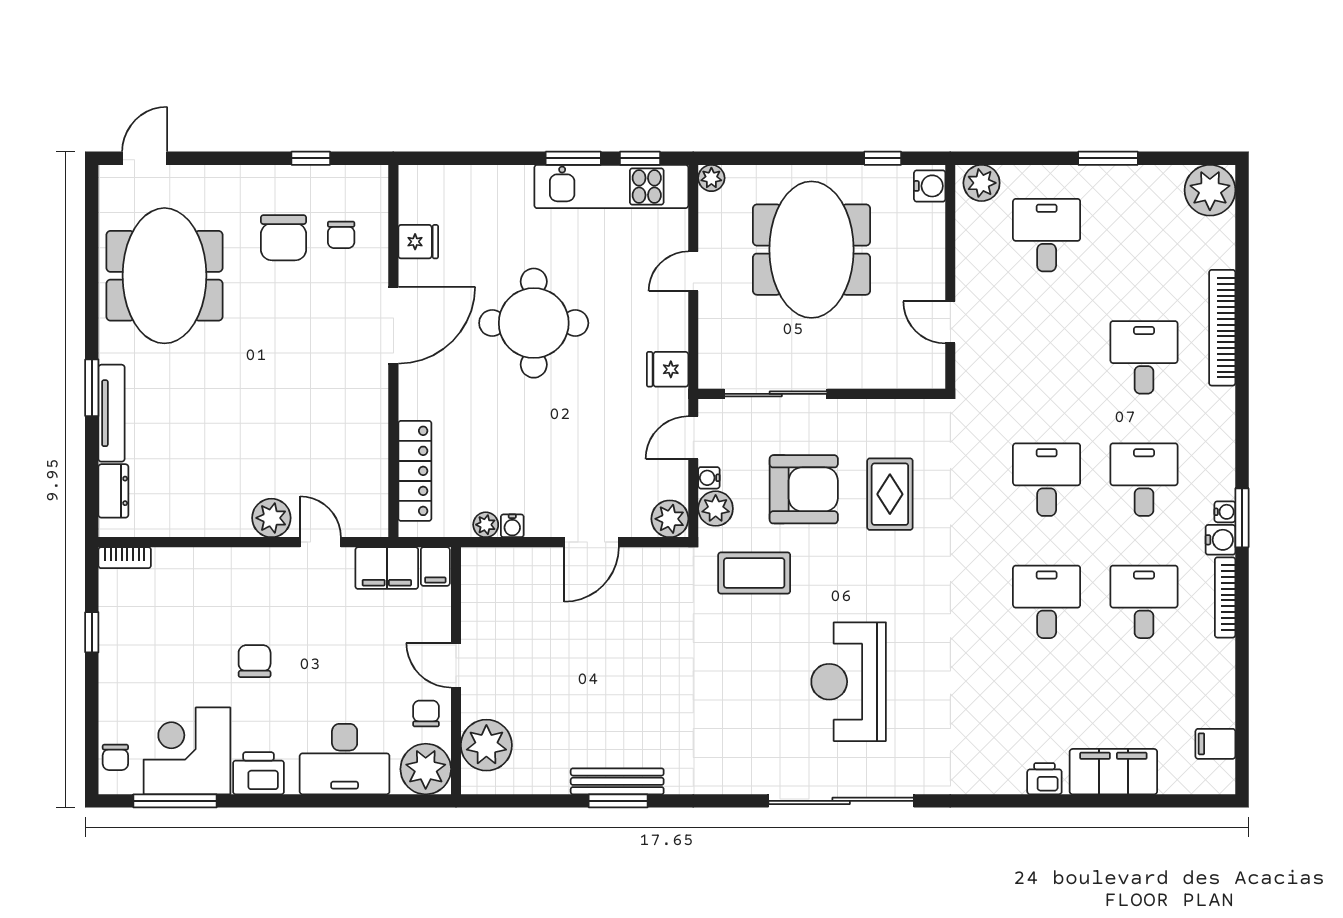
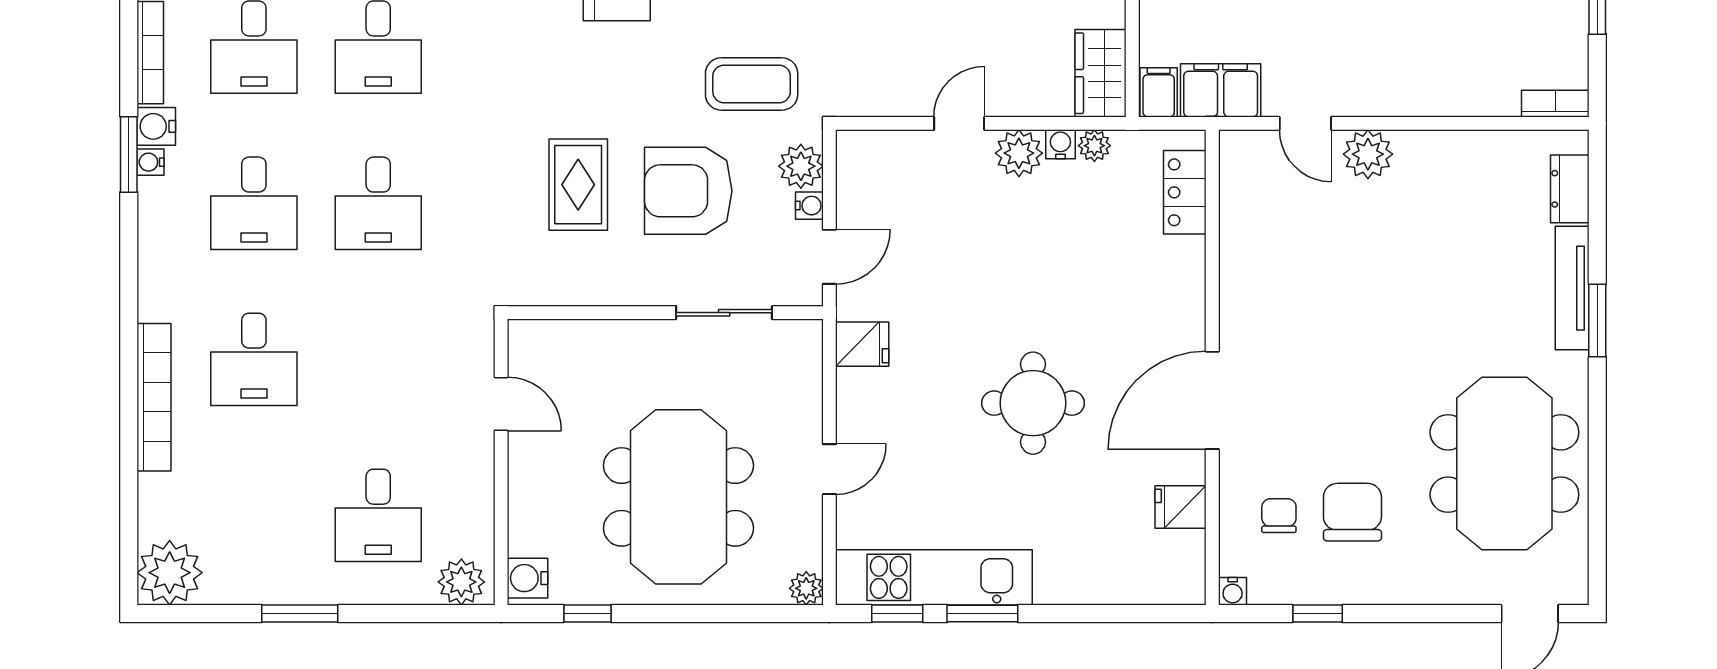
water cooler: (377, 176) -> (1233, 591), added
round table: (534, 323) -> (1033, 403), width x0.73, depth x0.73
sliding door: (776, 394) -> (724, 313), width x0.73
locker: (415, 471) -> (1185, 192), width x0.66
plant: (670, 519) -> (1019, 153), moved
door: (592, 542) -> (959, 123), width x0.73
wardrobe: (481, 581) -> (1101, 73), added

